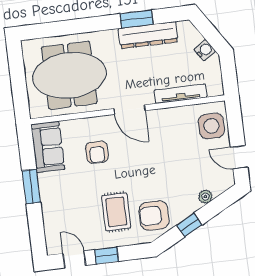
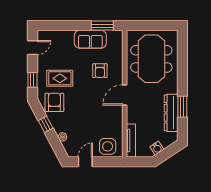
tv unit: (181, 94) -> (131, 140), moved
sofa: (48, 147) -> (90, 39), moved
armchair: (97, 152) -> (100, 71), turned -90
window: (31, 187) -> (102, 26), moved
window: (106, 255) -> (32, 80), moved

